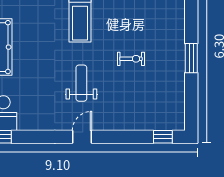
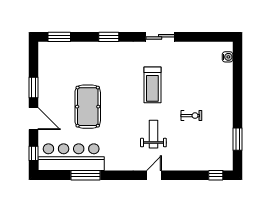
window: (191, 58) -> (237, 139), moved

